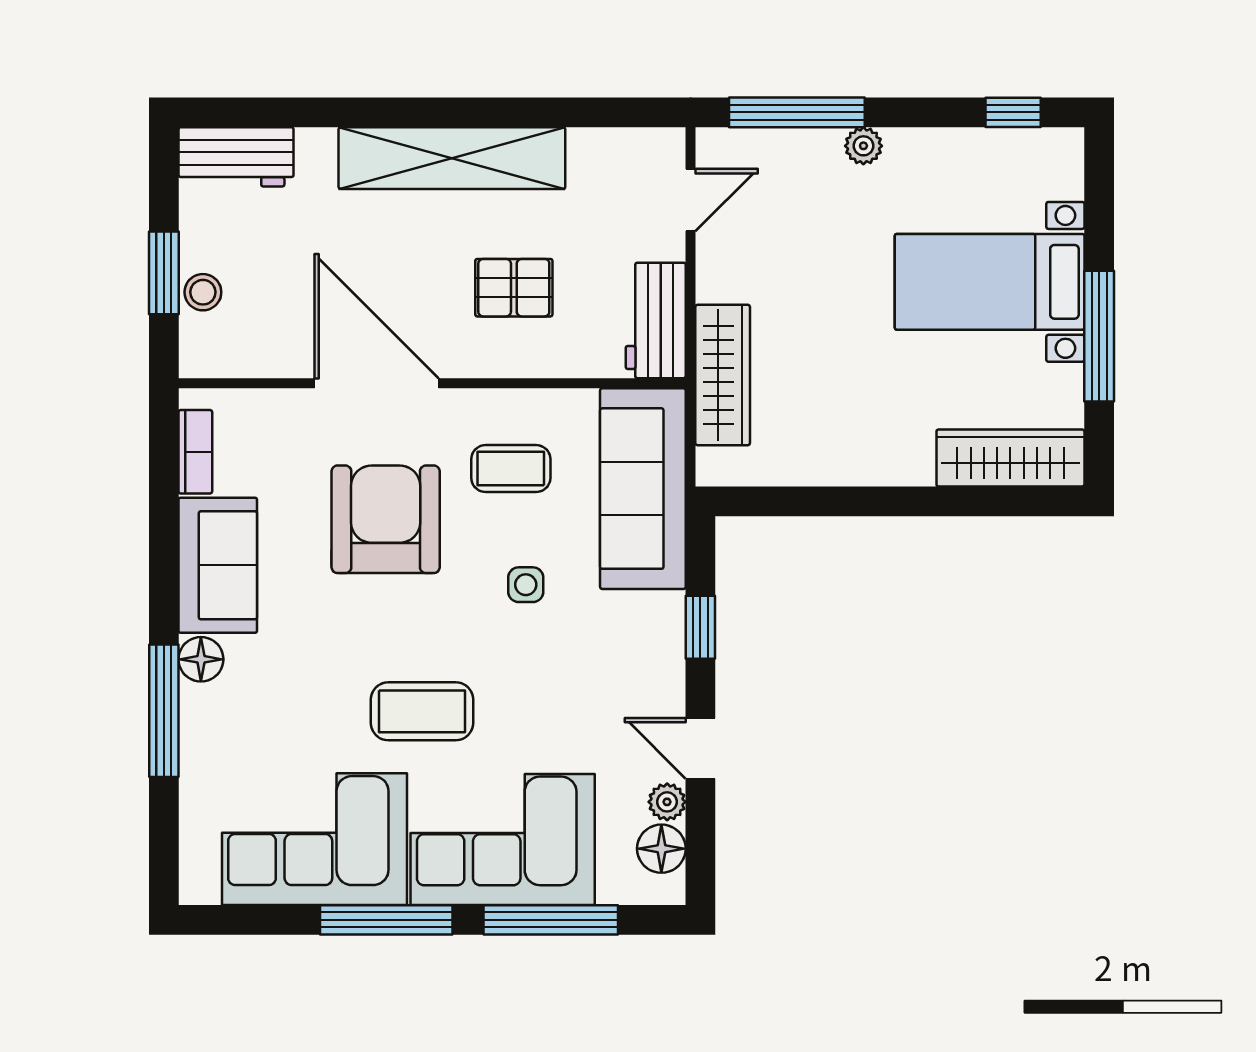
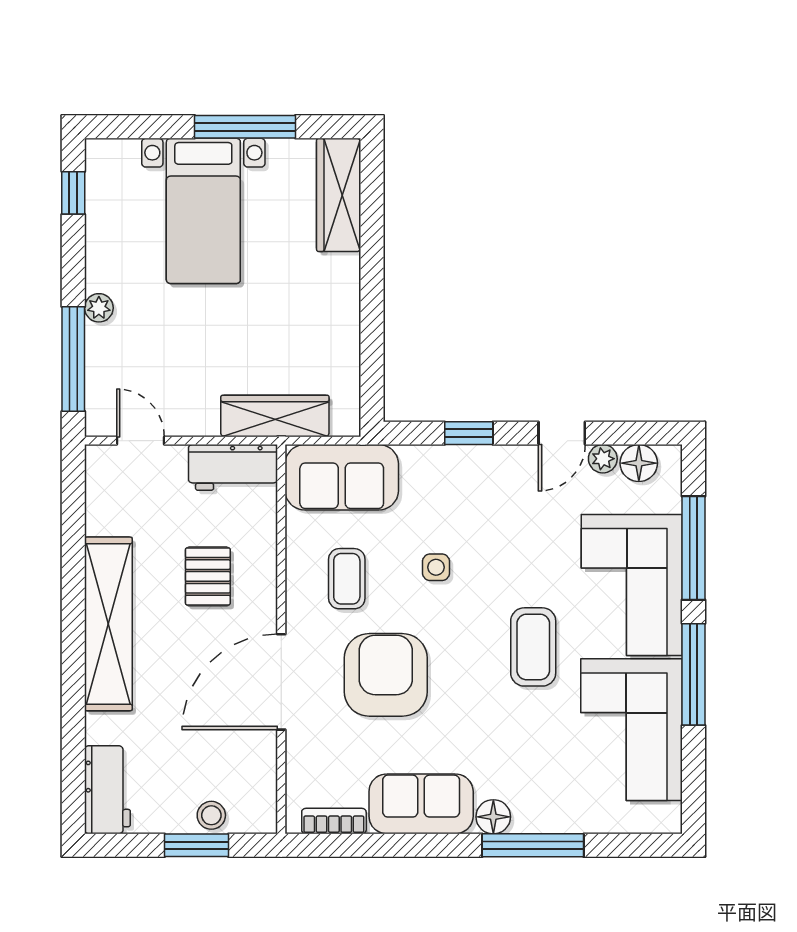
sofa: (643, 489) -> (342, 477), width x0.73
armchair: (386, 519) -> (386, 675), turned 90

